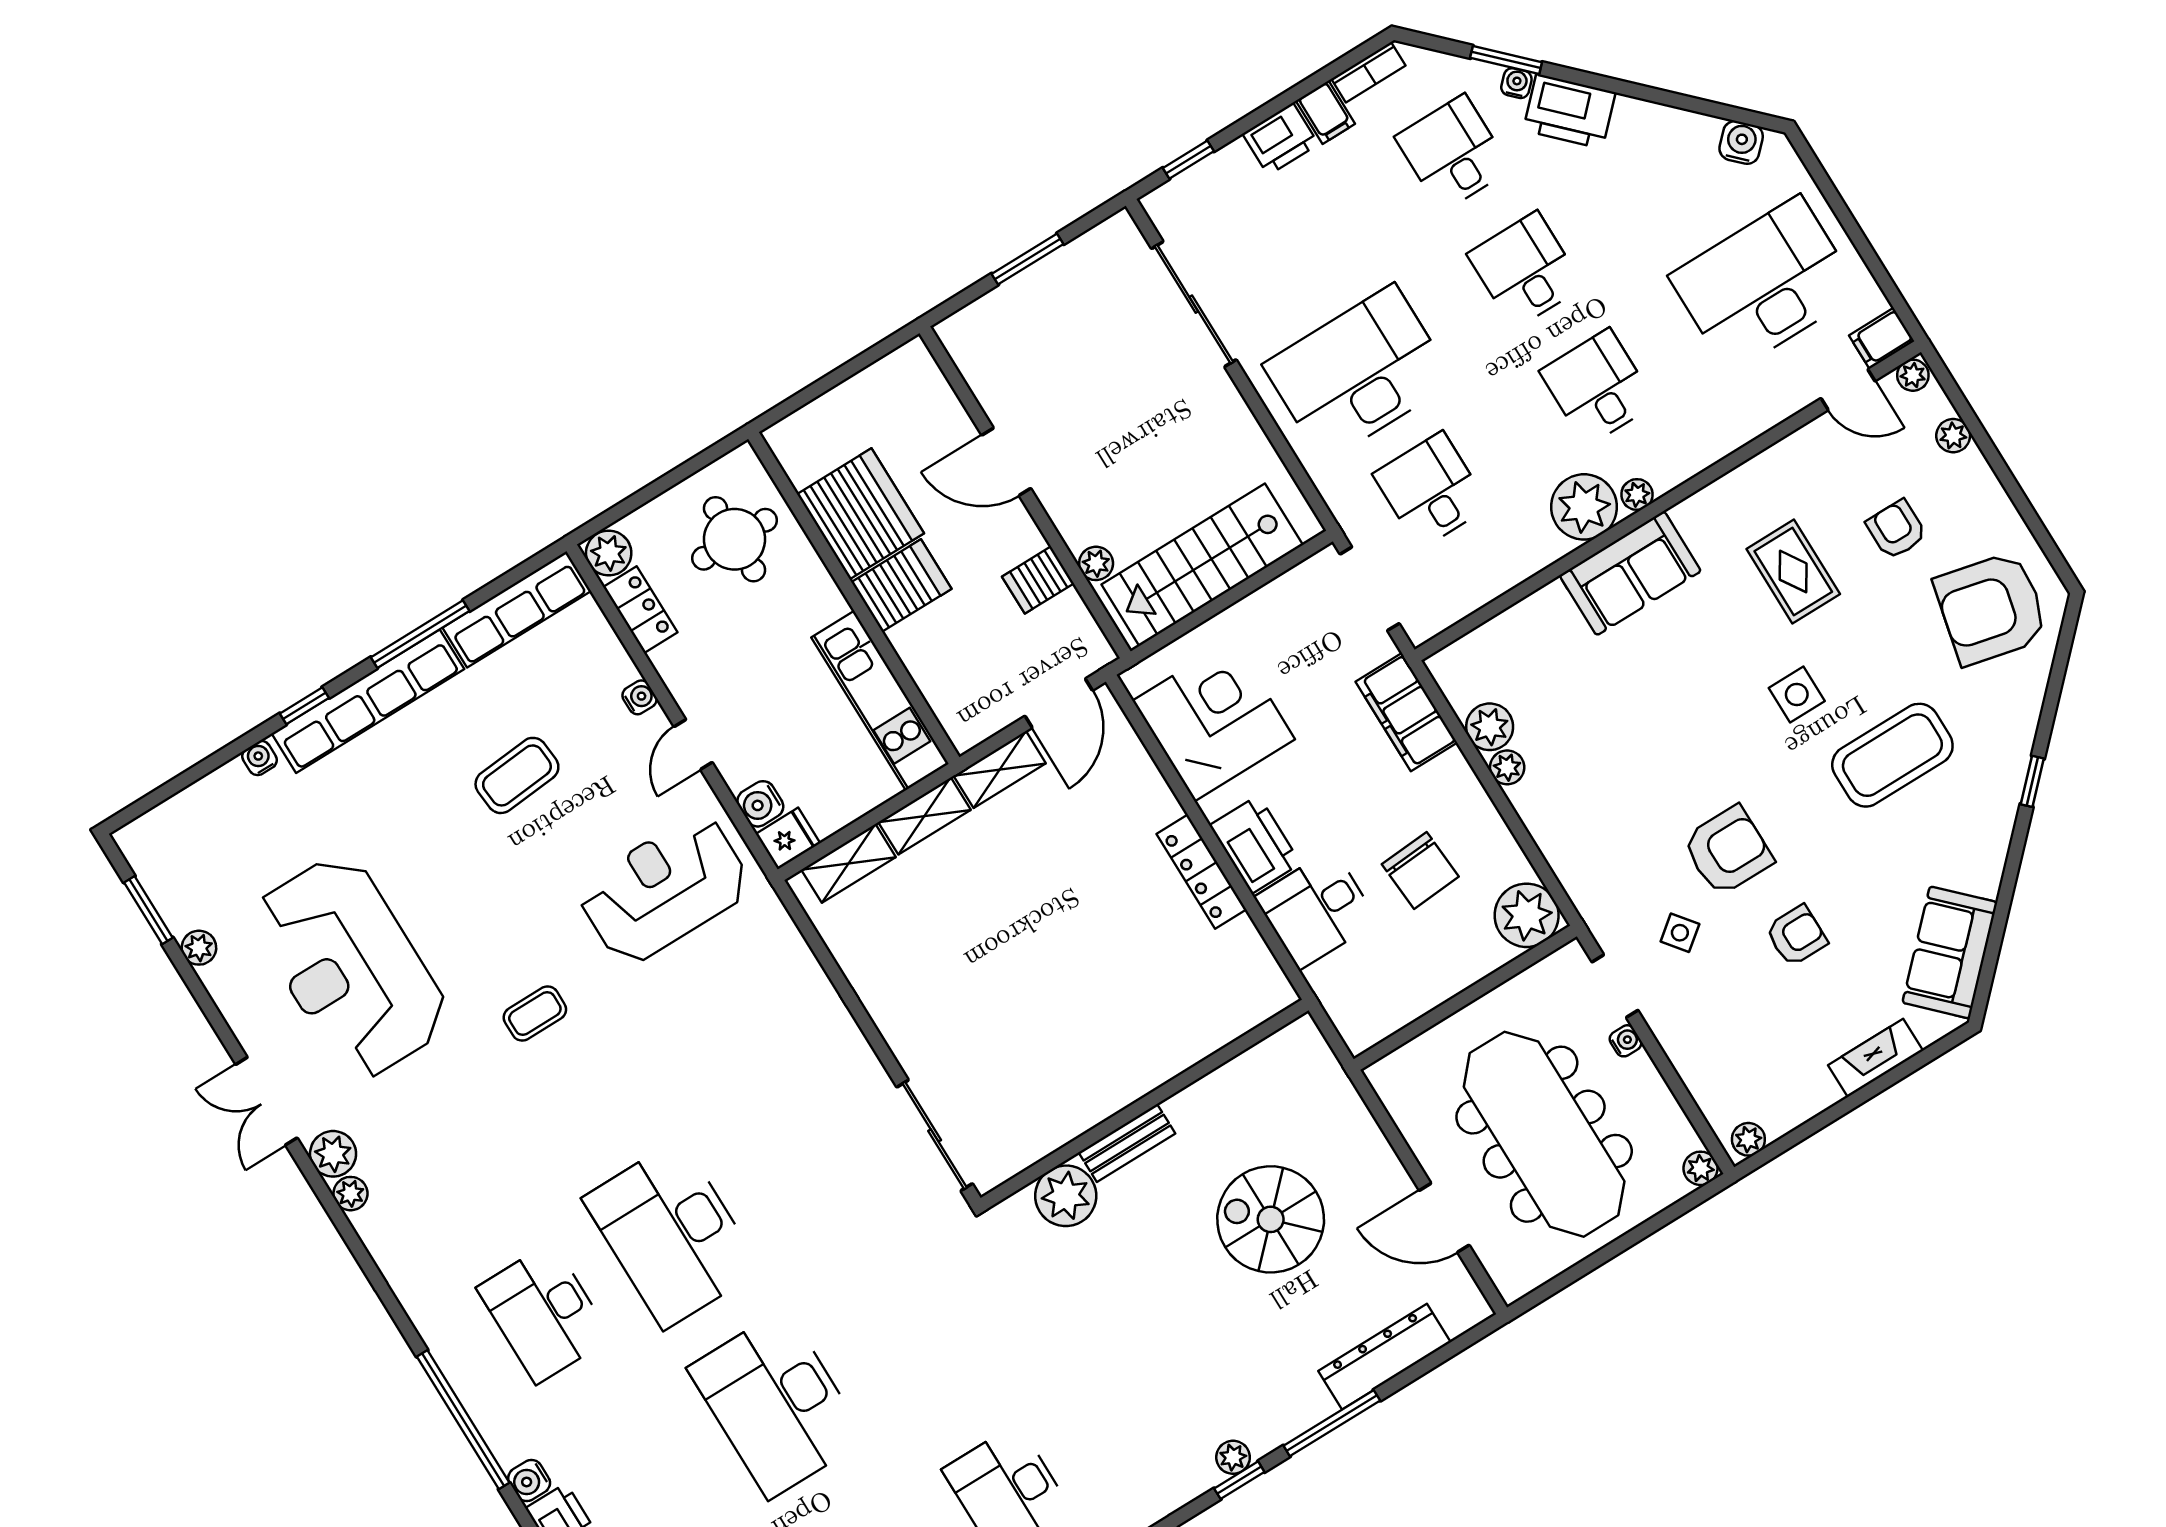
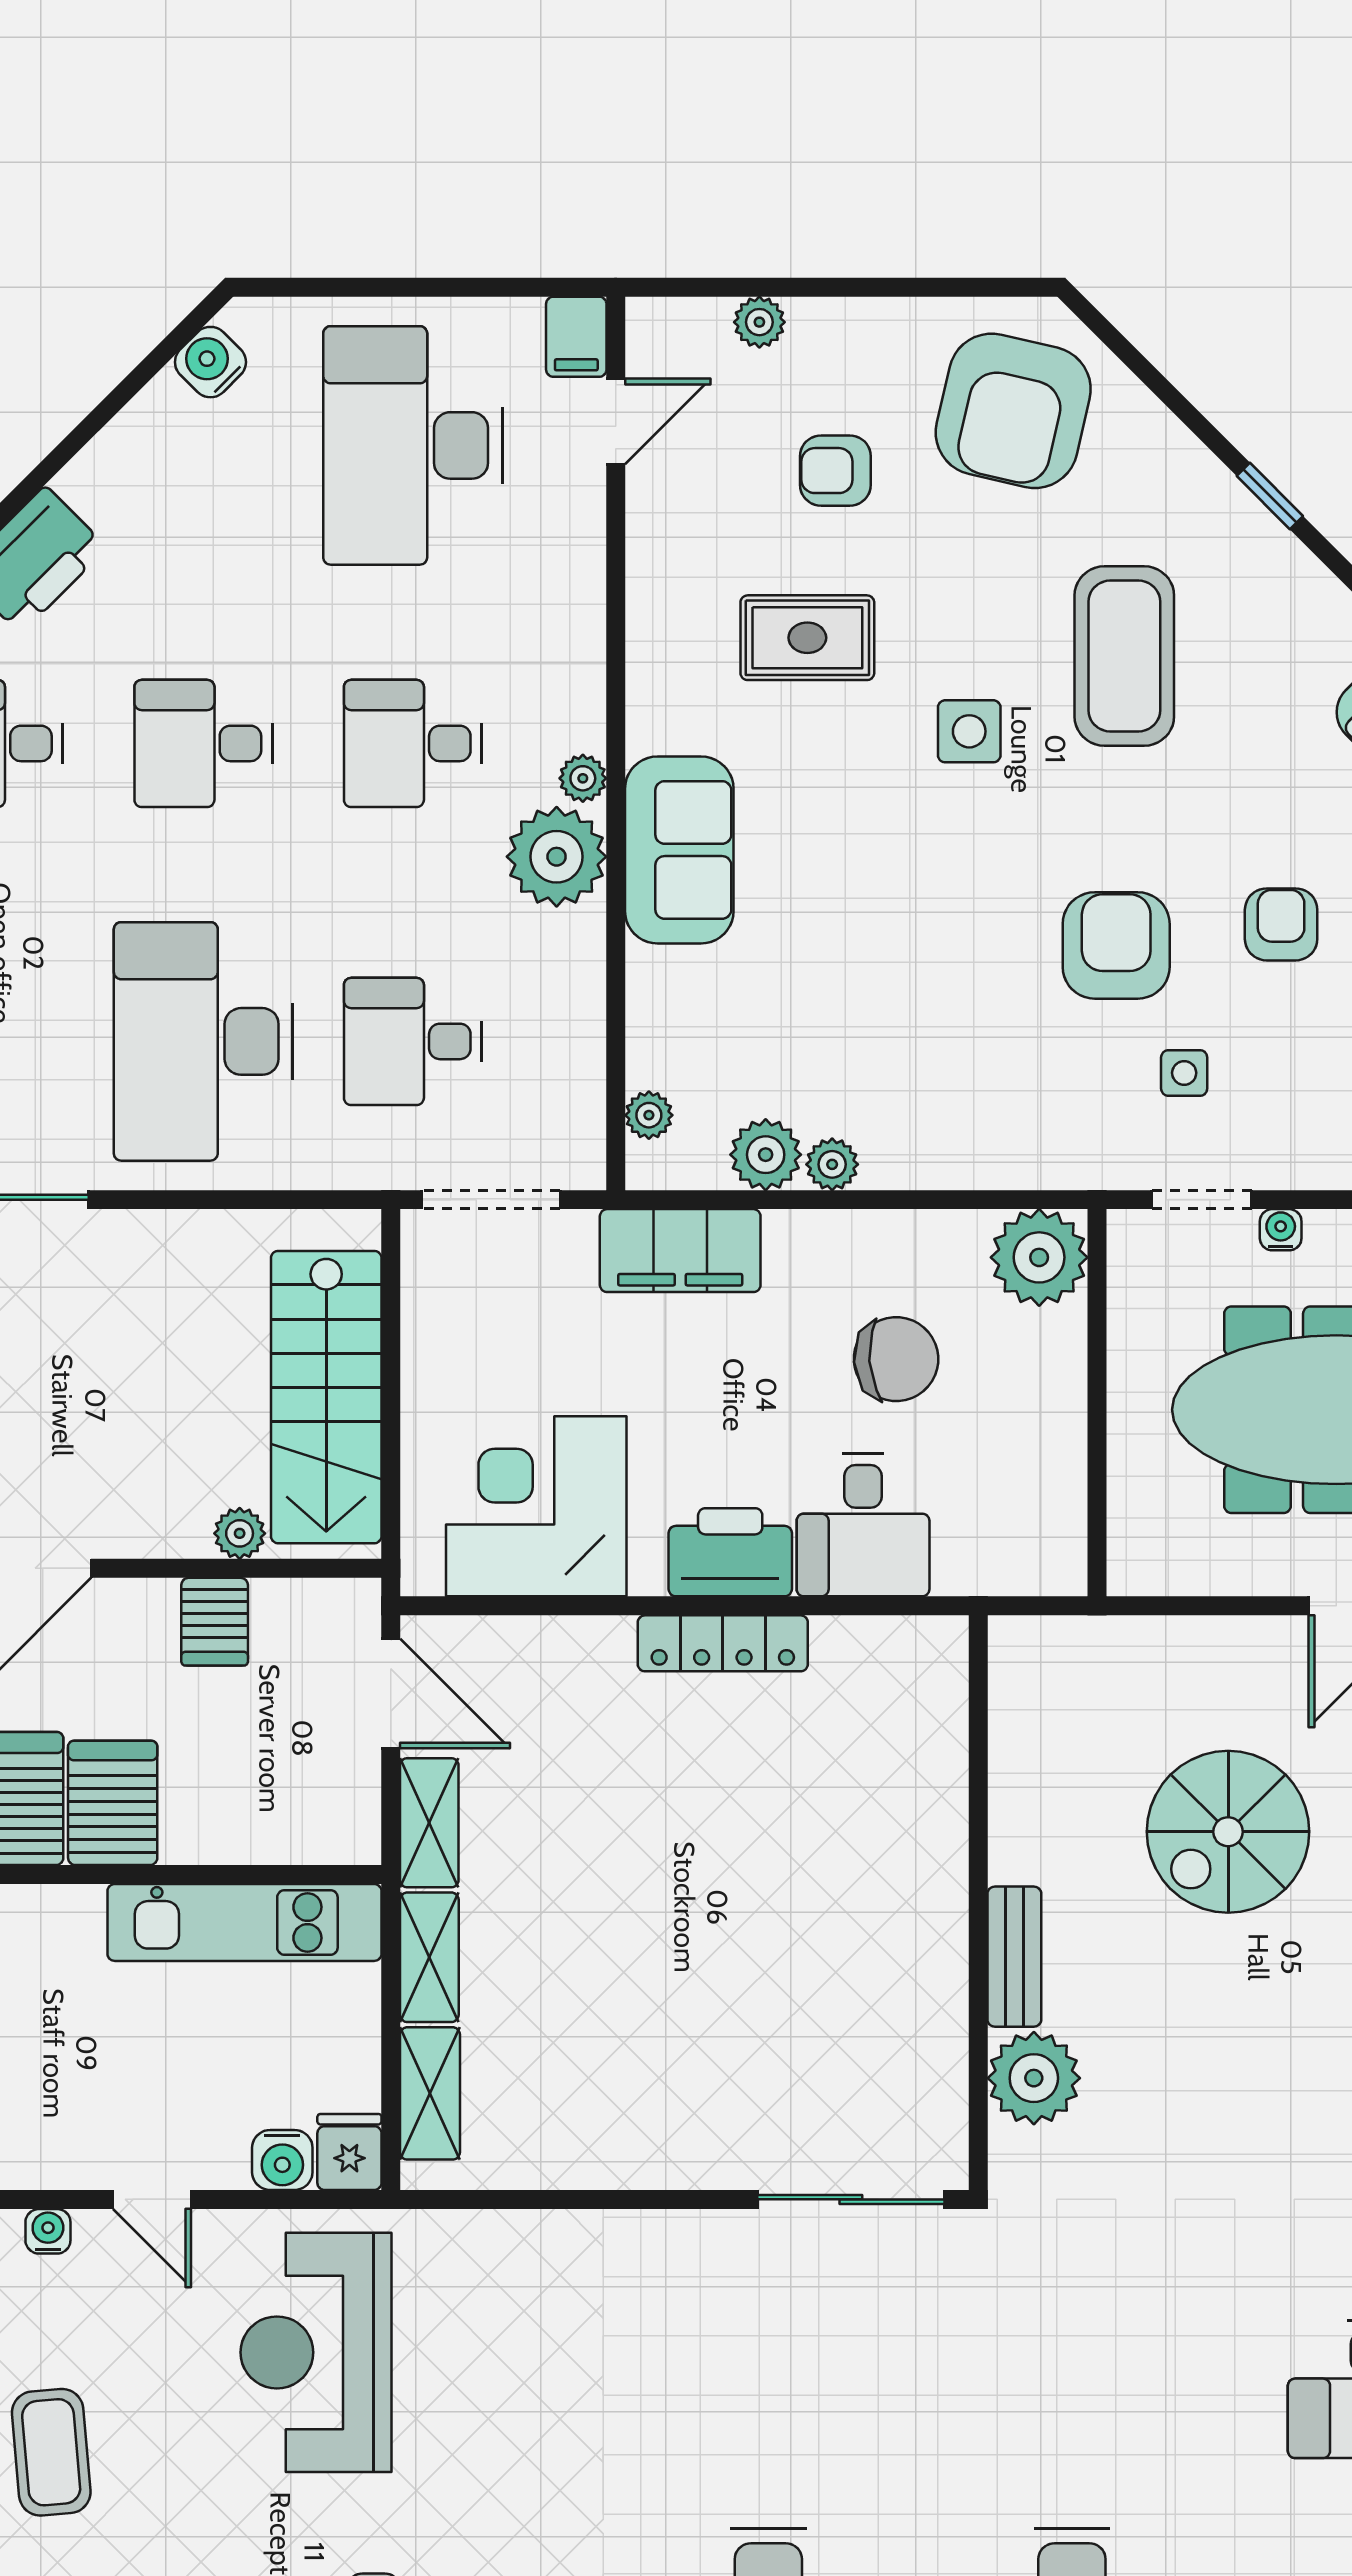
plant: (1913, 375) -> (649, 1115), moved
side table: (1680, 933) -> (1184, 1073), turned 38

